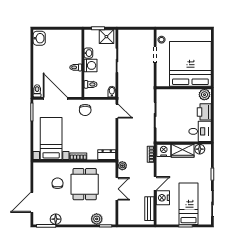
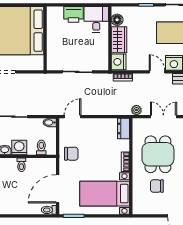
plant: (204, 95) -> (53, 14), removed
dining table: (85, 184) -> (158, 154), turned 90

